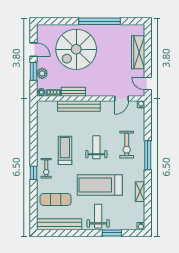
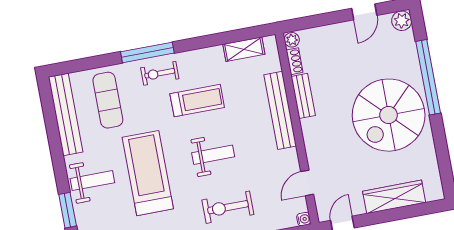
window: (99, 21) -> (428, 77), moved
spiral stairs: (76, 49) -> (389, 115), moved, turned -90
window: (33, 71) -> (326, 19), removed
plant: (42, 73) -> (402, 21), moved
door: (122, 99) -> (307, 183), hinge flipped
shelving: (42, 120) -> (244, 49), added
window: (33, 173) -> (147, 52), width x2.17

